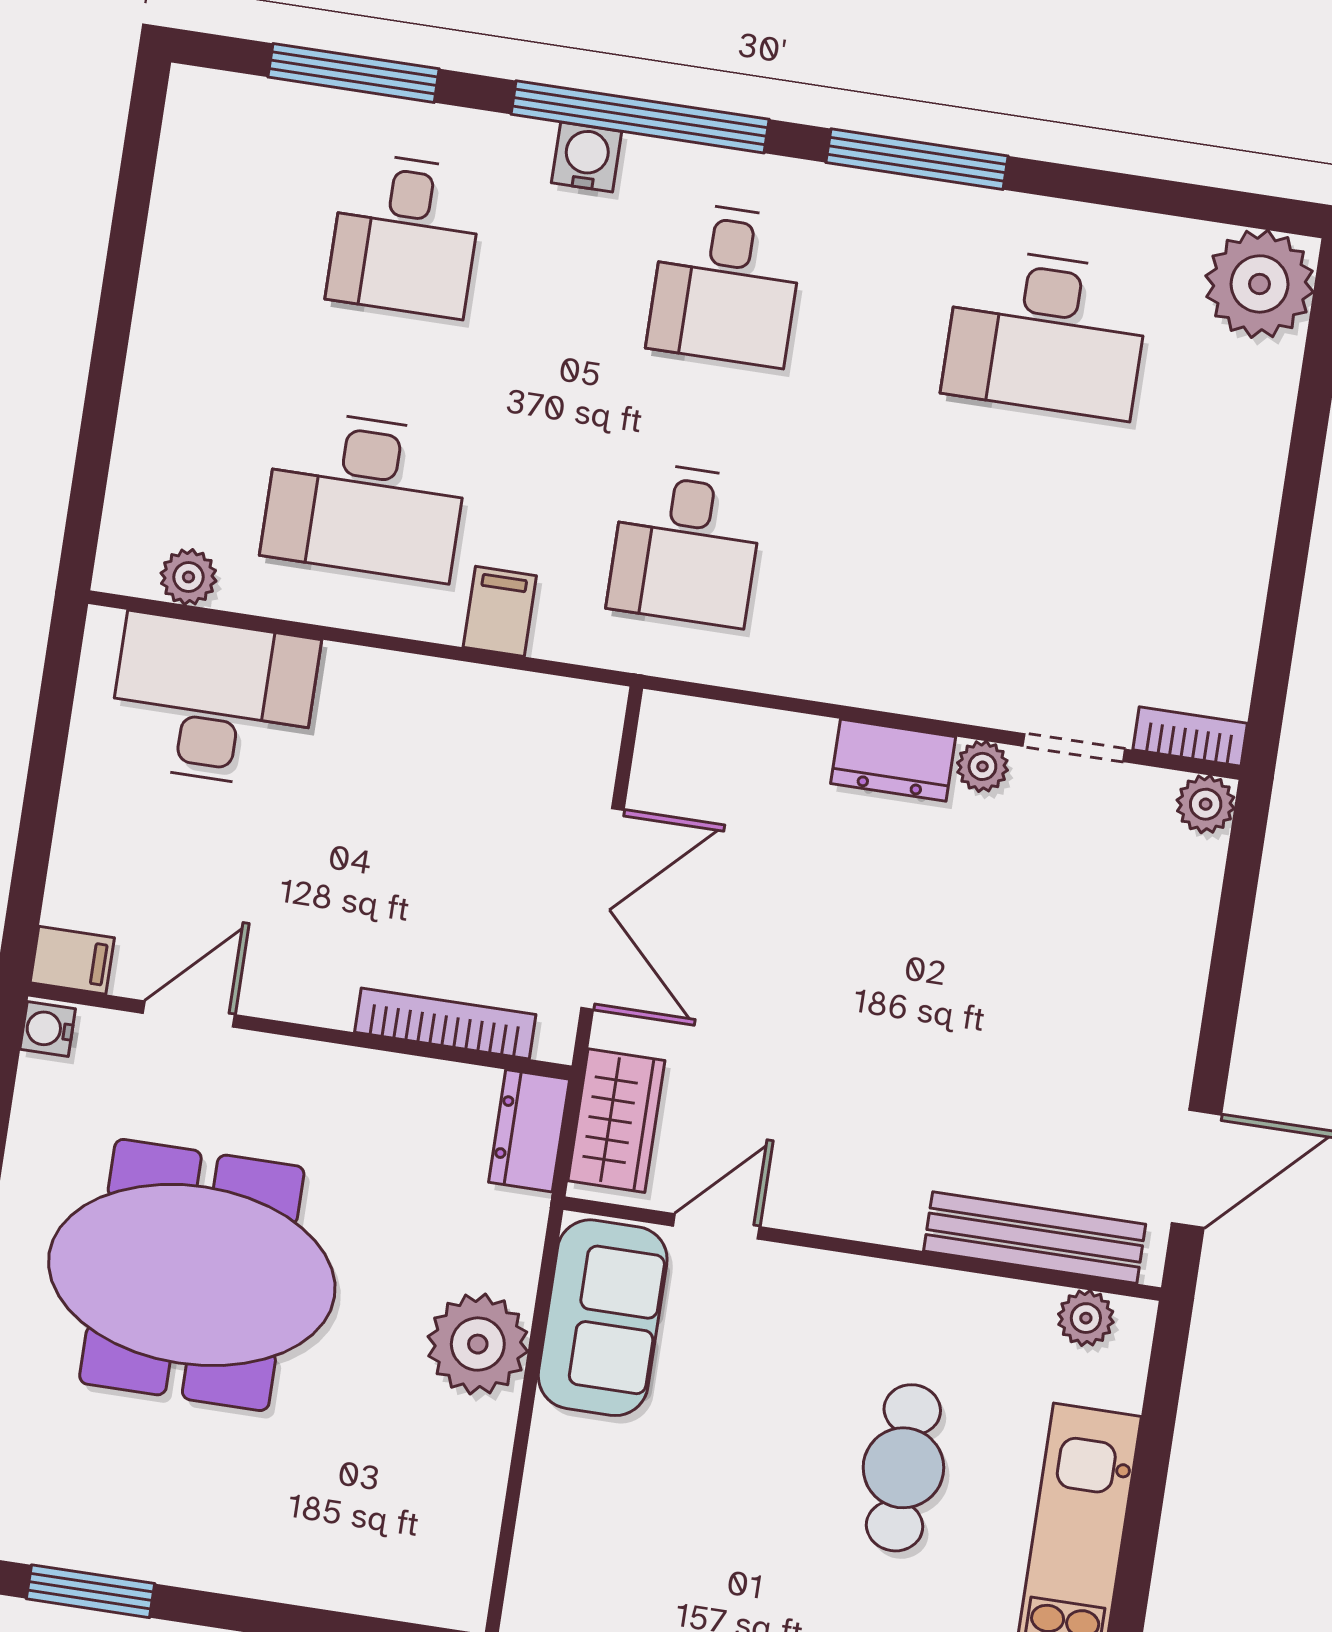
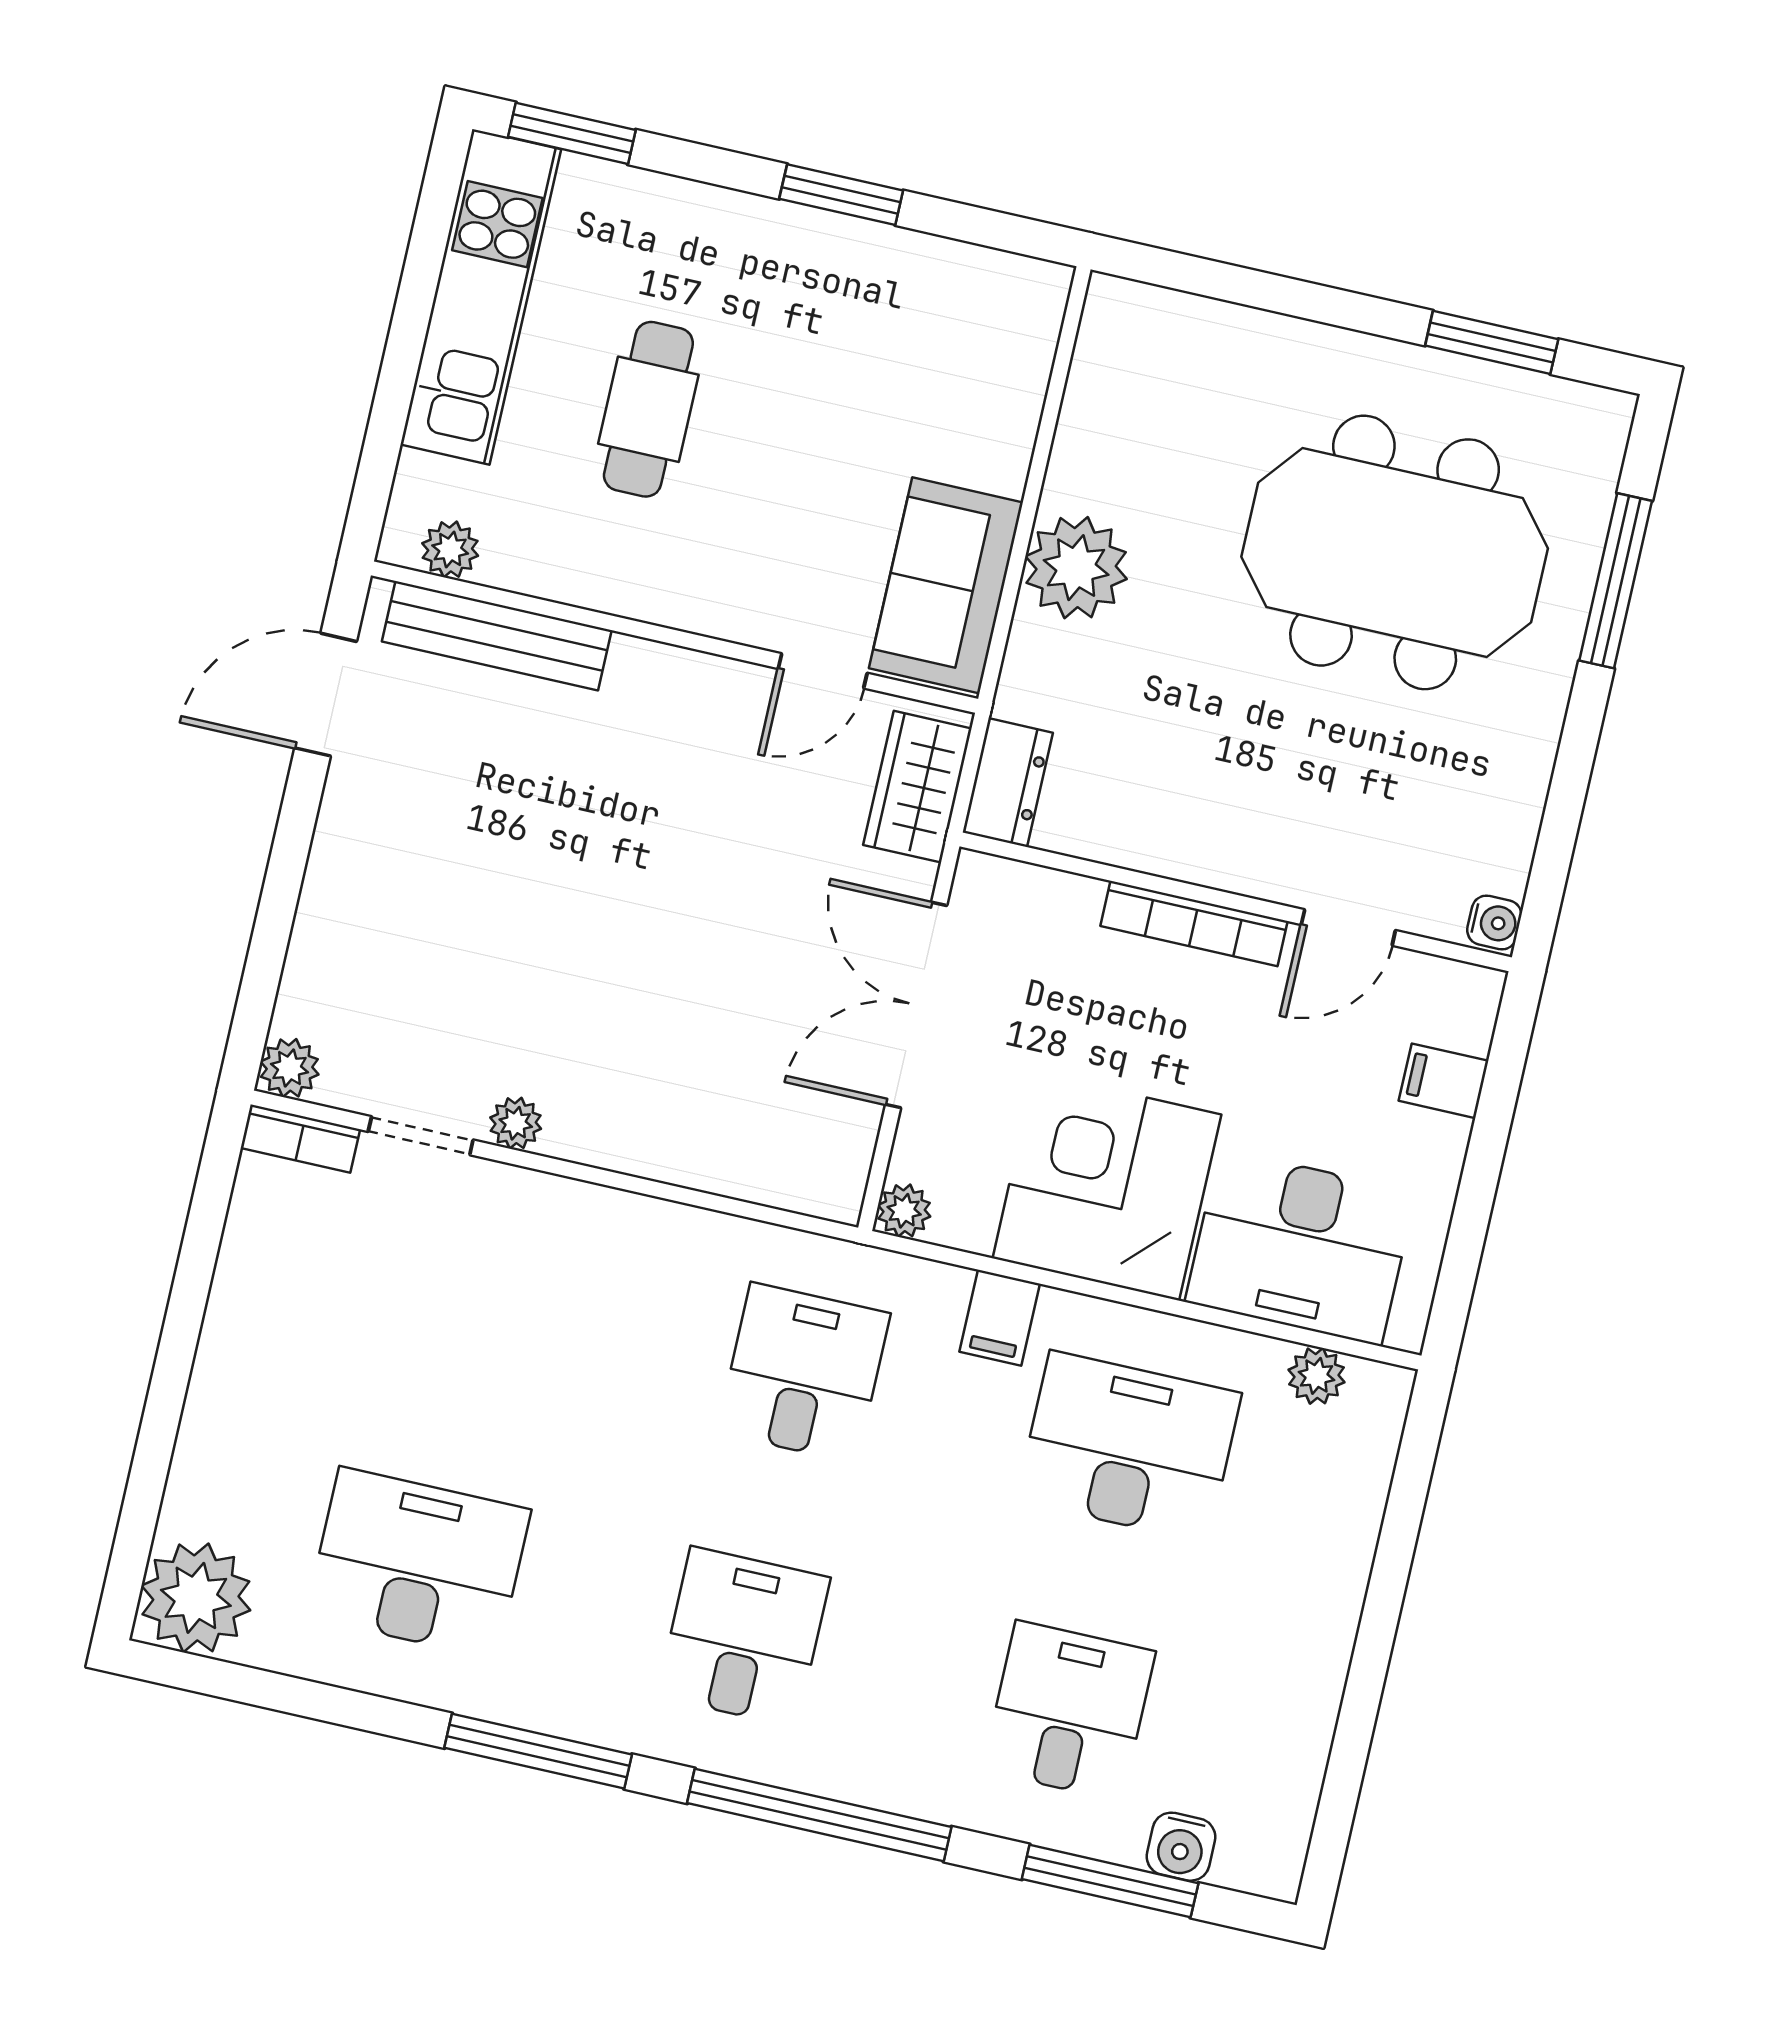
water cooler: (587, 157) -> (1181, 1847), moved
plant: (600, 709) -> (904, 1211), added
corner desk: (405, 746) -> (1107, 1186), added
dresser: (893, 760) -> (607, 1136), removed
filing cabinet: (72, 960) -> (1444, 1081), moved
bookcase: (445, 1023) -> (1194, 923), moved
meeting table: (192, 1275) -> (1395, 552), moved

